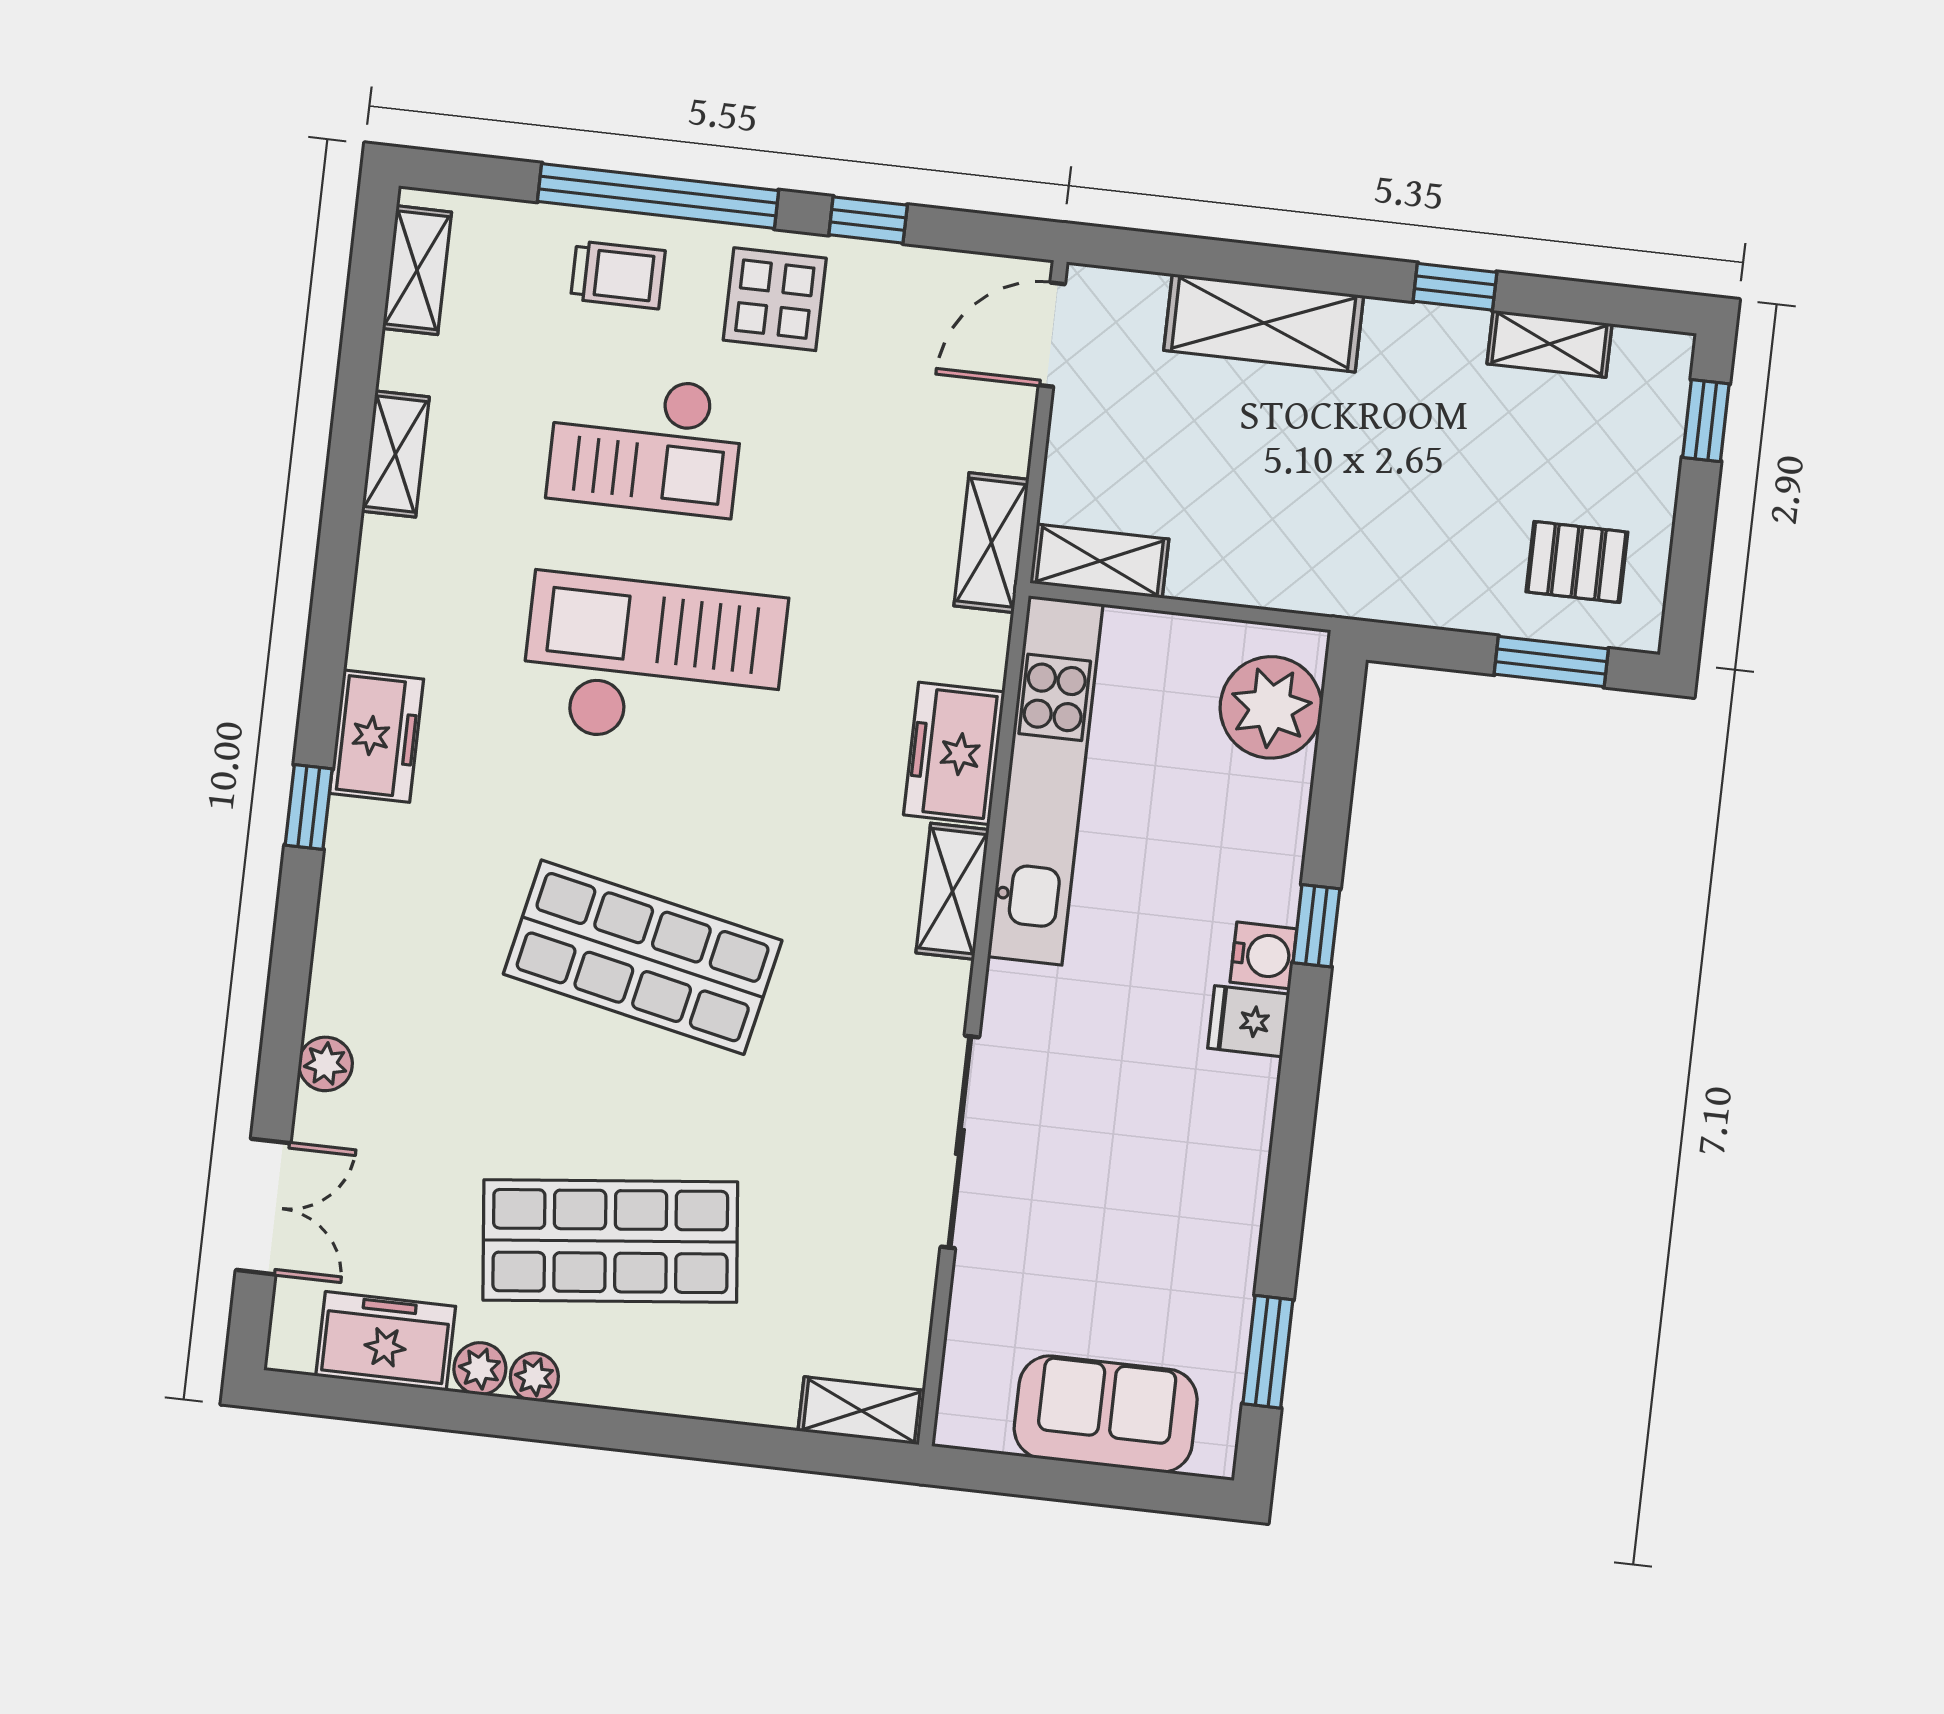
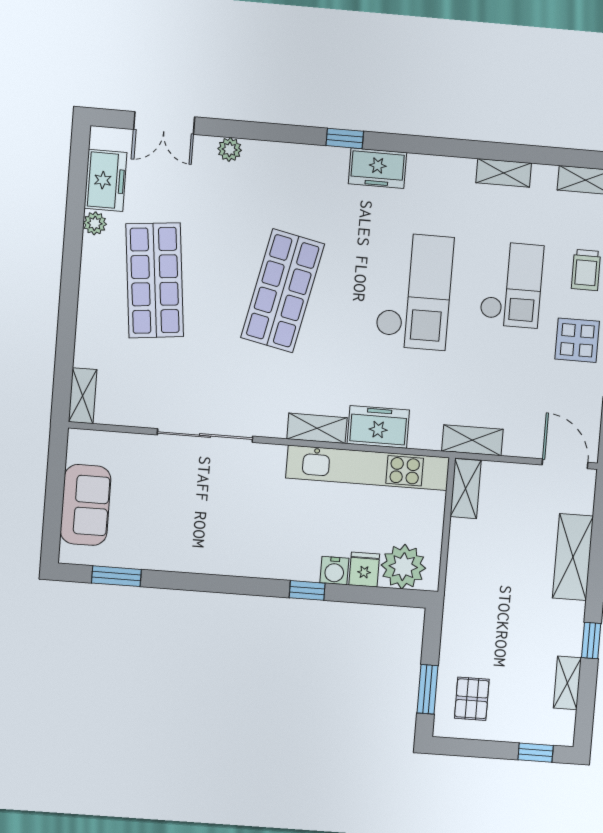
checkout: (646, 443) -> (512, 285), turned 180
water cooler: (1263, 955) -> (334, 571), moved
fridge: (1249, 1021) -> (364, 570), moved
plant: (534, 1377) -> (92, 248), removed

